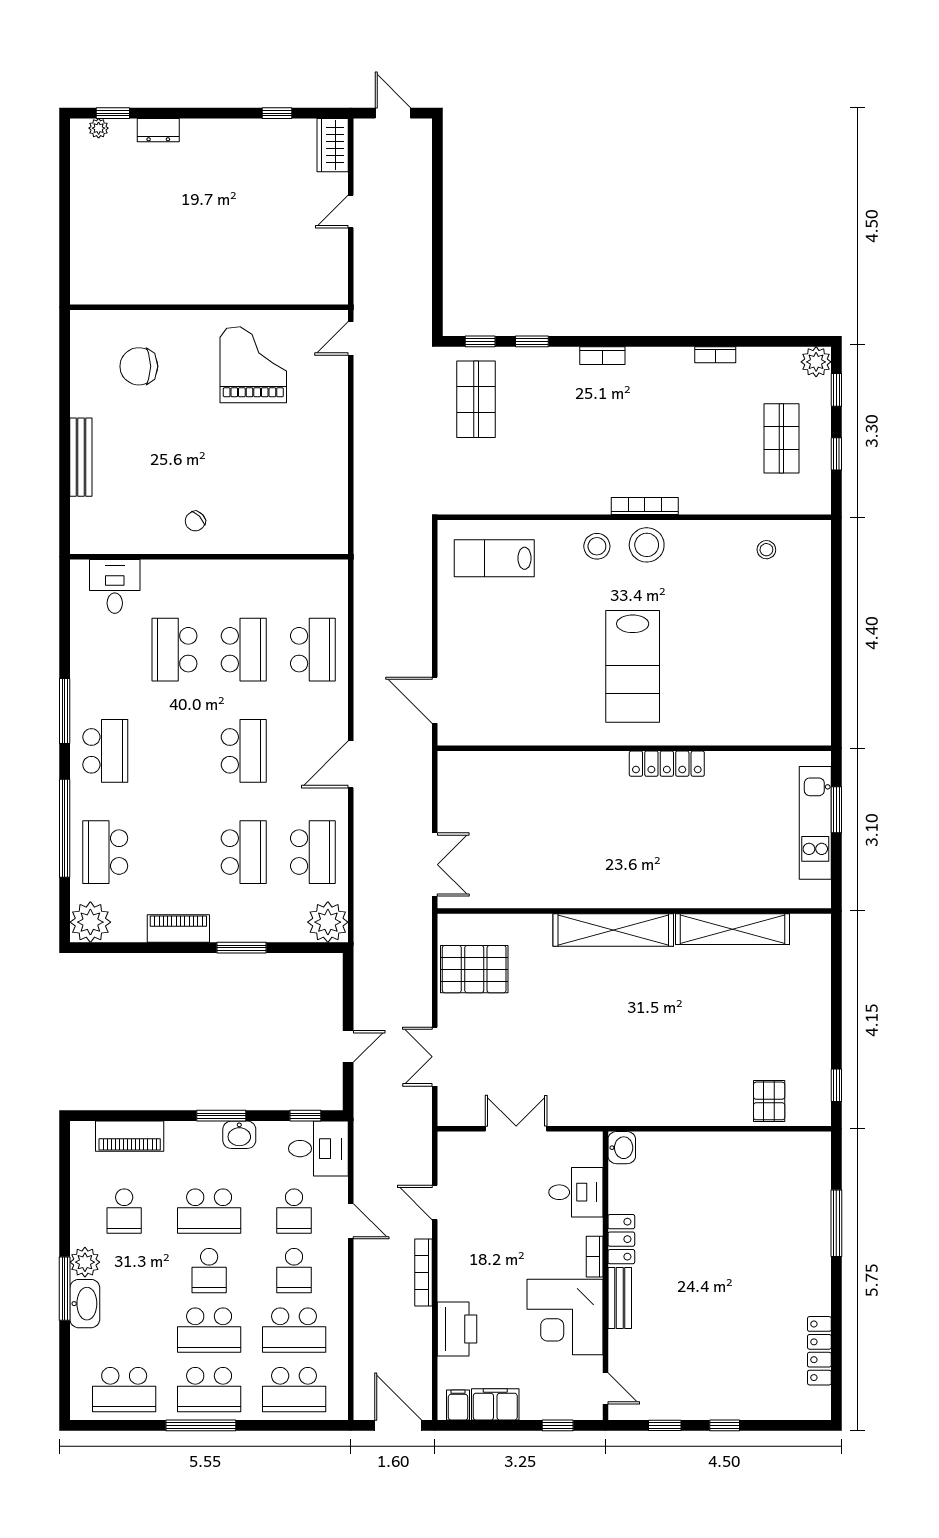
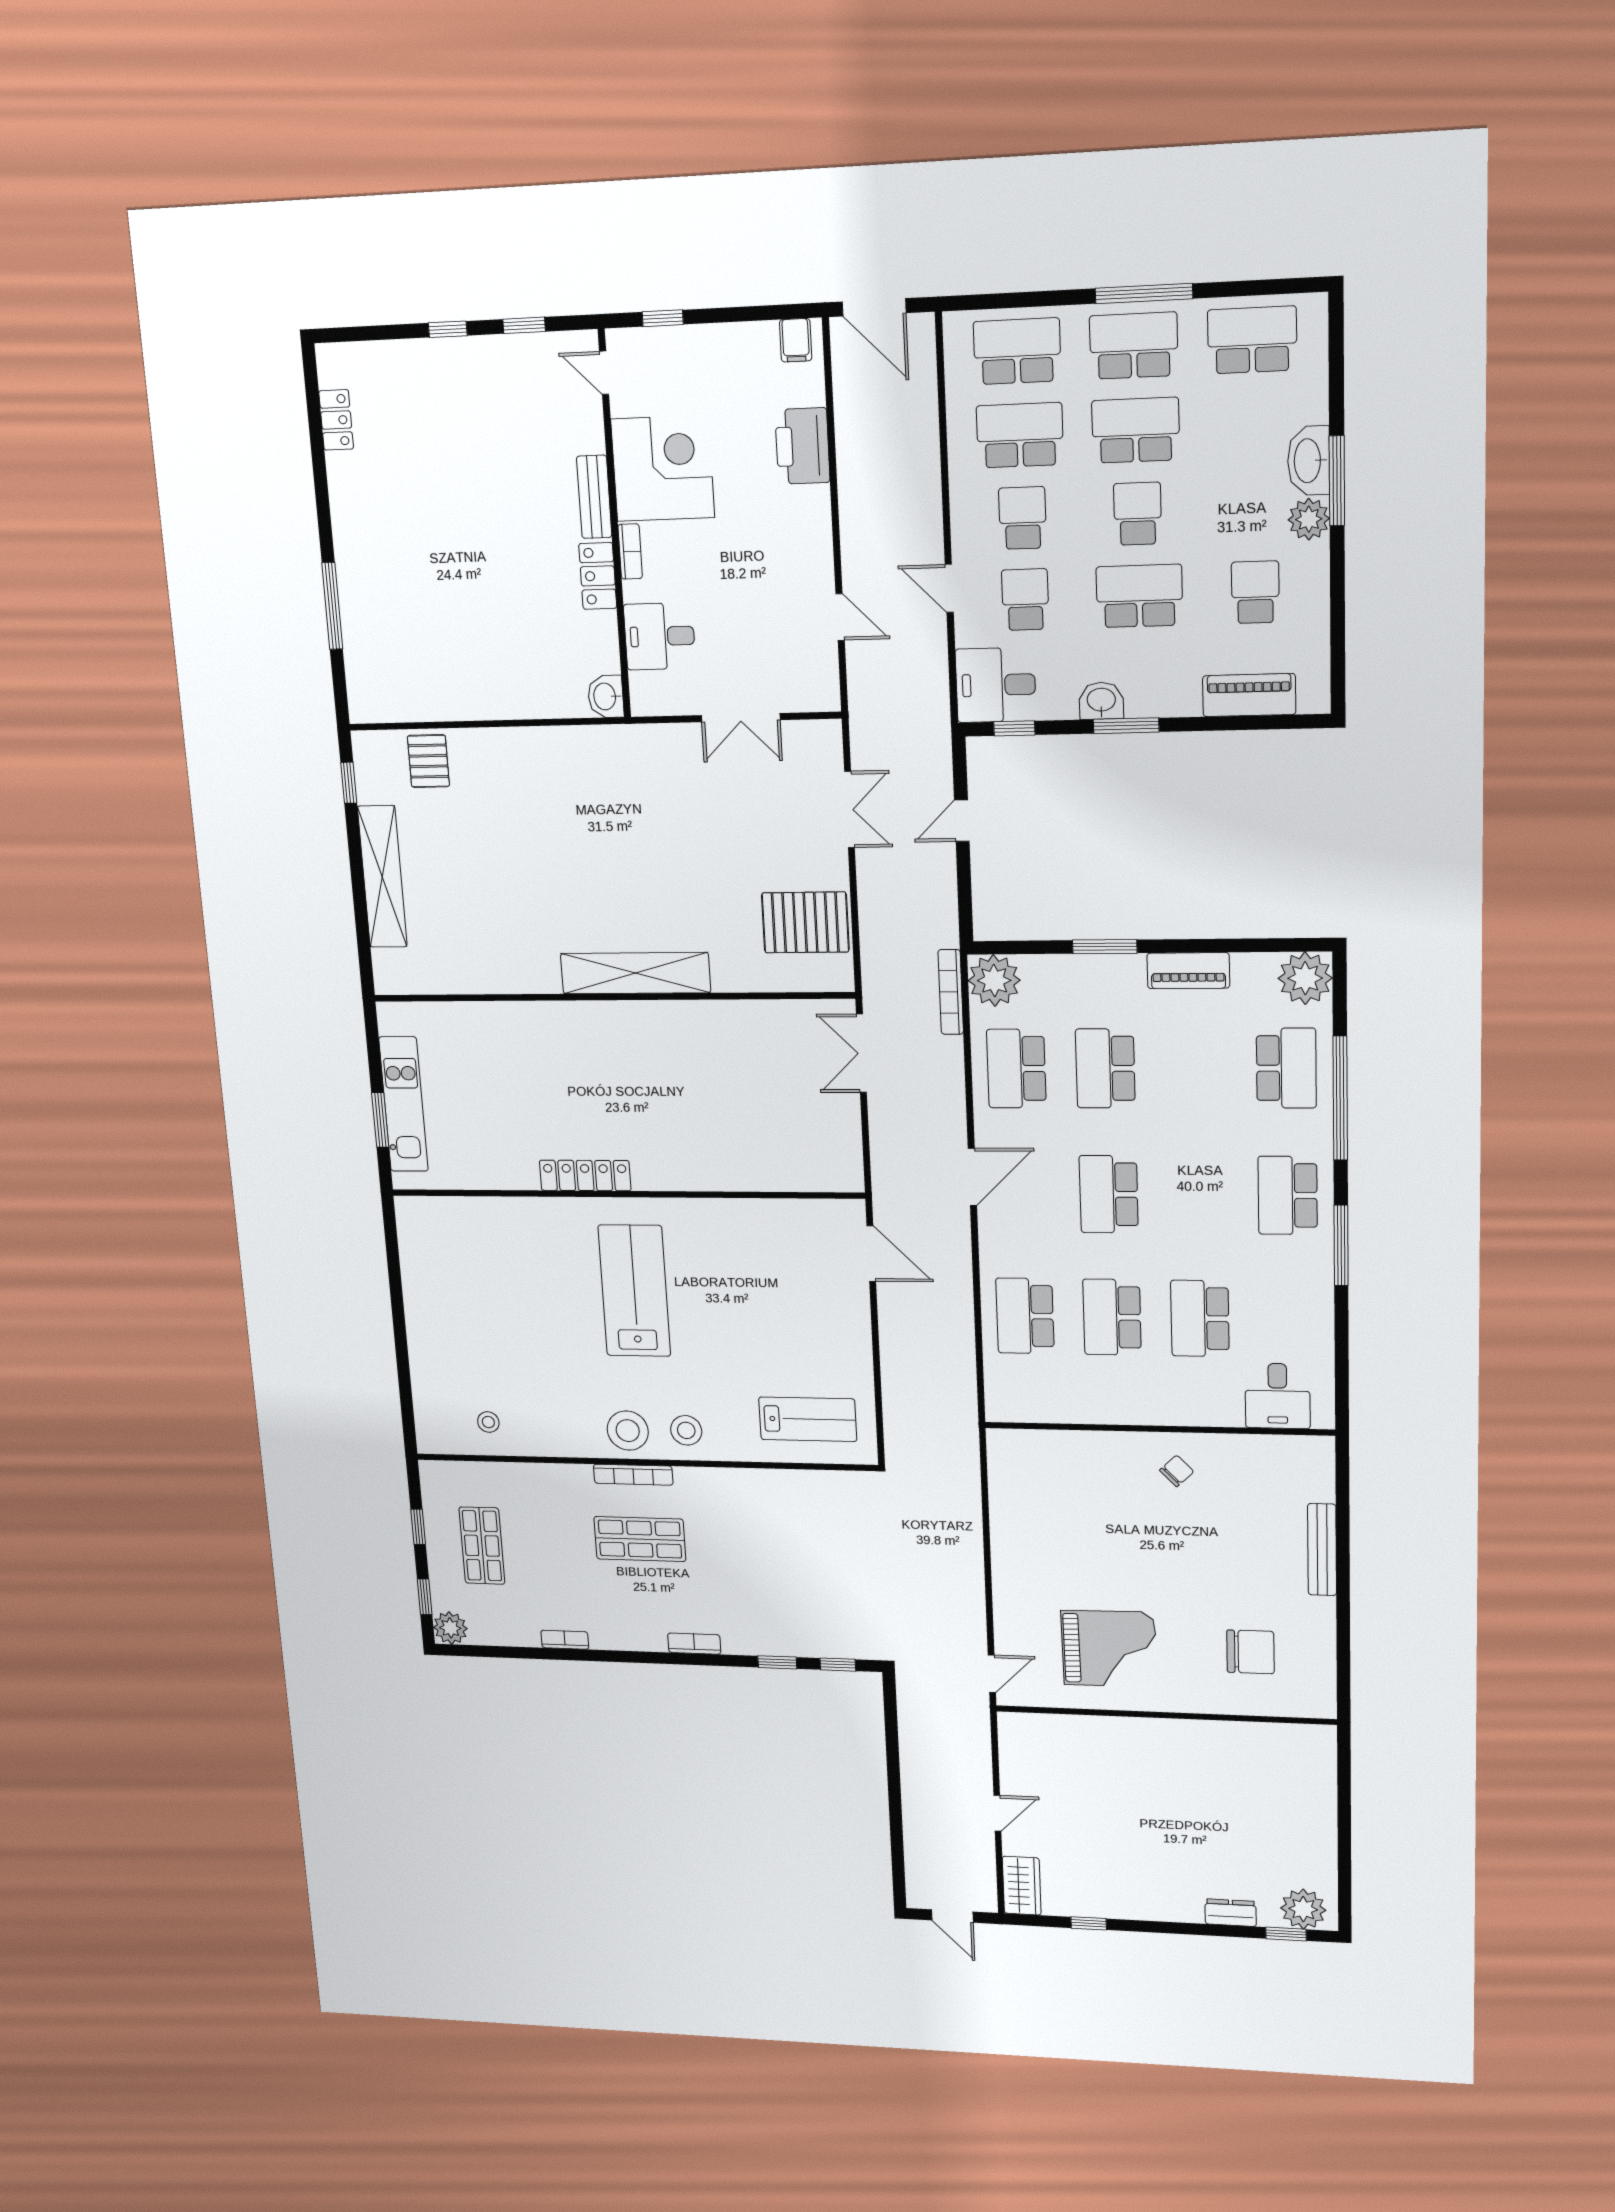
plant: (99, 128) -> (1303, 1909), width x1.88, depth x1.88
grand piano: (253, 365) -> (1109, 1649), turned -91
shop shelf: (476, 399) -> (640, 1539), moved, turned 90
school desk: (174, 650) -> (1200, 1318), turned 180
shelving: (732, 929) -> (382, 877), moved, turned 90
bookcase: (424, 1273) -> (951, 992), moved, turned 180
locker: (819, 1351) -> (336, 420), width x0.66
filing cabinet: (495, 1404) -> (746, 344), removed

